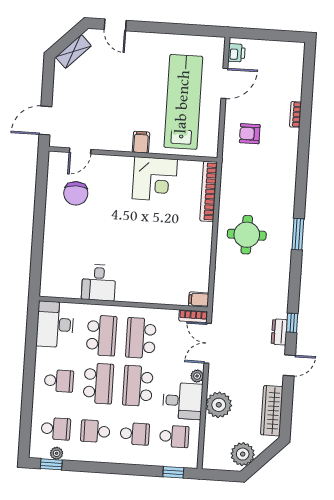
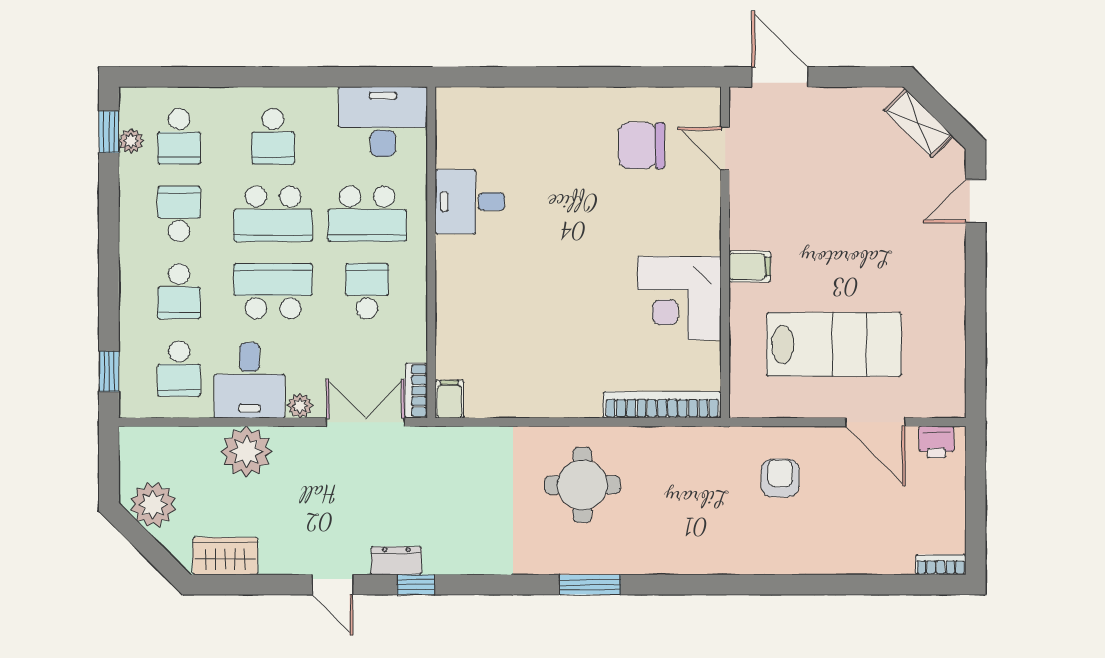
lab bench: (183, 102) -> (834, 344), width x0.73
bookcase: (295, 114) -> (941, 565), moved
school desk: (141, 338) -> (367, 291), width x0.54
wardrobe: (272, 411) -> (225, 556), width x0.67

